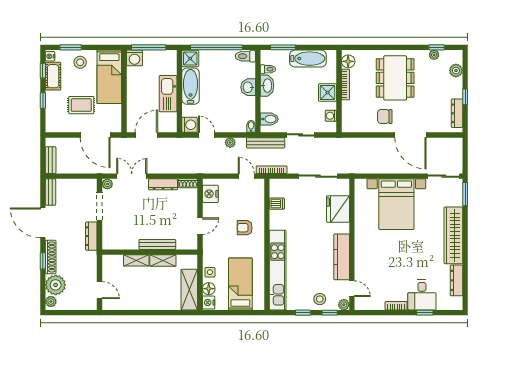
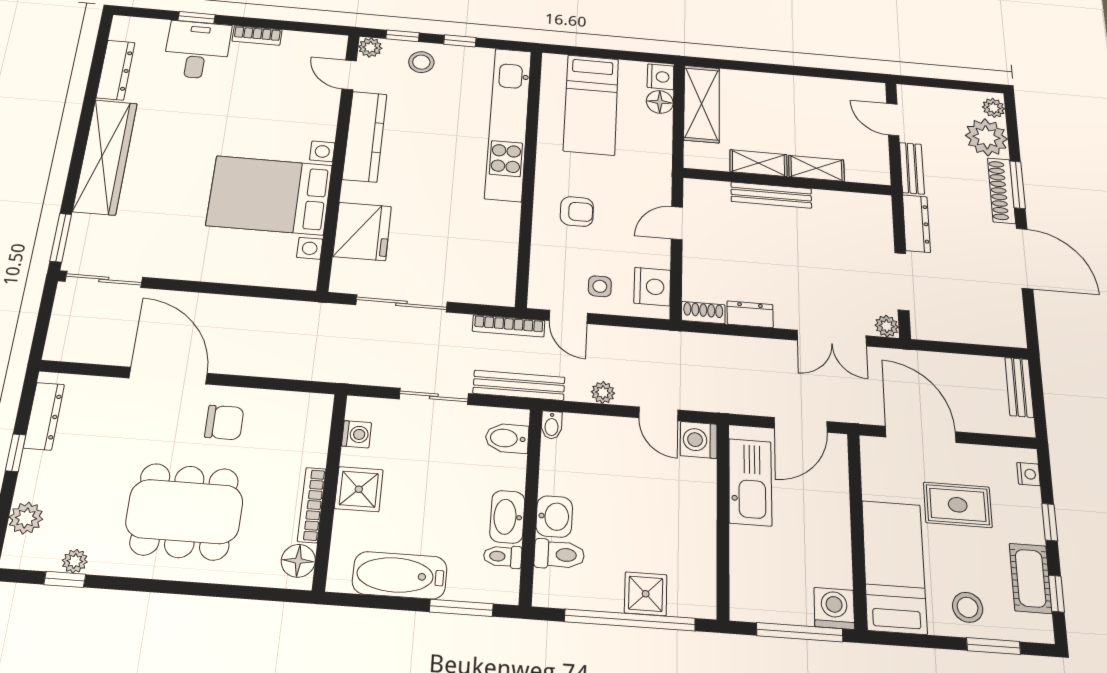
nightstand: (50, 56) -> (1028, 474), moved
toilet: (245, 56) -> (559, 554), moved
shower: (190, 59) -> (646, 594), moved
dining table: (395, 78) -> (184, 512), turned 90
bathtub: (191, 86) -> (696, 530), removed
kitchen sink: (168, 94) -> (750, 482), moved
dresser: (163, 184) -> (750, 314), width x0.70
bench: (51, 192) -> (912, 168), moved
dishwasher: (277, 204) -> (501, 254), removed
bed with nightstands: (396, 204) -> (270, 195), moved, turned -90
window: (43, 261) -> (1017, 185), width x1.50
side table: (210, 272) -> (600, 286), moved

